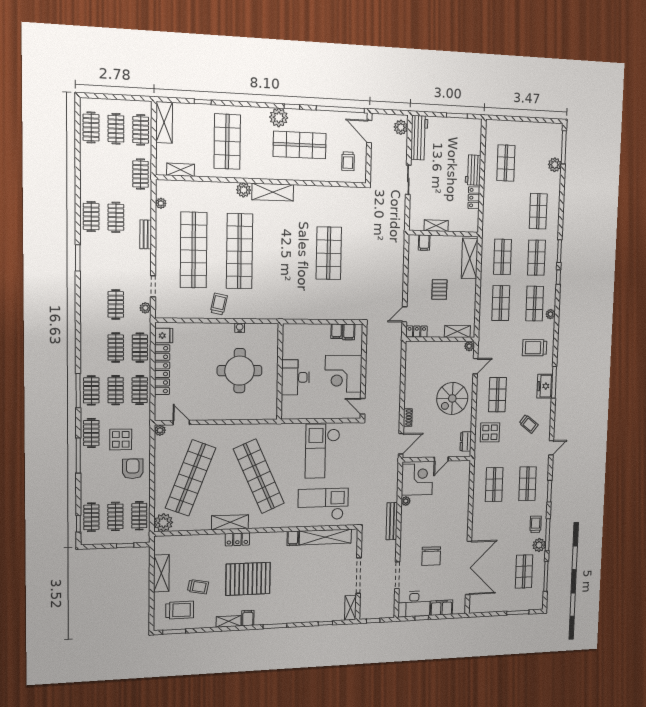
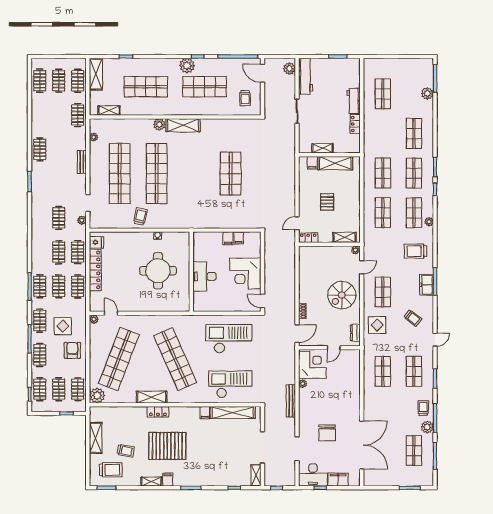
shop shelf: (227, 142) -> (146, 87), turned 90
clothes rail: (116, 217) -> (40, 355), moved
shelving: (470, 258) -> (335, 163), moved, turned 90
filing cabinet: (349, 332) -> (228, 238), moved
checkout: (322, 451) -> (229, 339), turned 90

